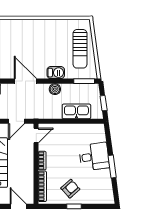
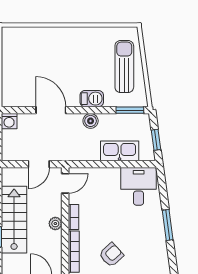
sun lounger: (80, 49) -> (124, 67), turned 180
desk: (94, 157) -> (139, 186), moved, turned -82
plant: (29, 165) -> (55, 224), added

